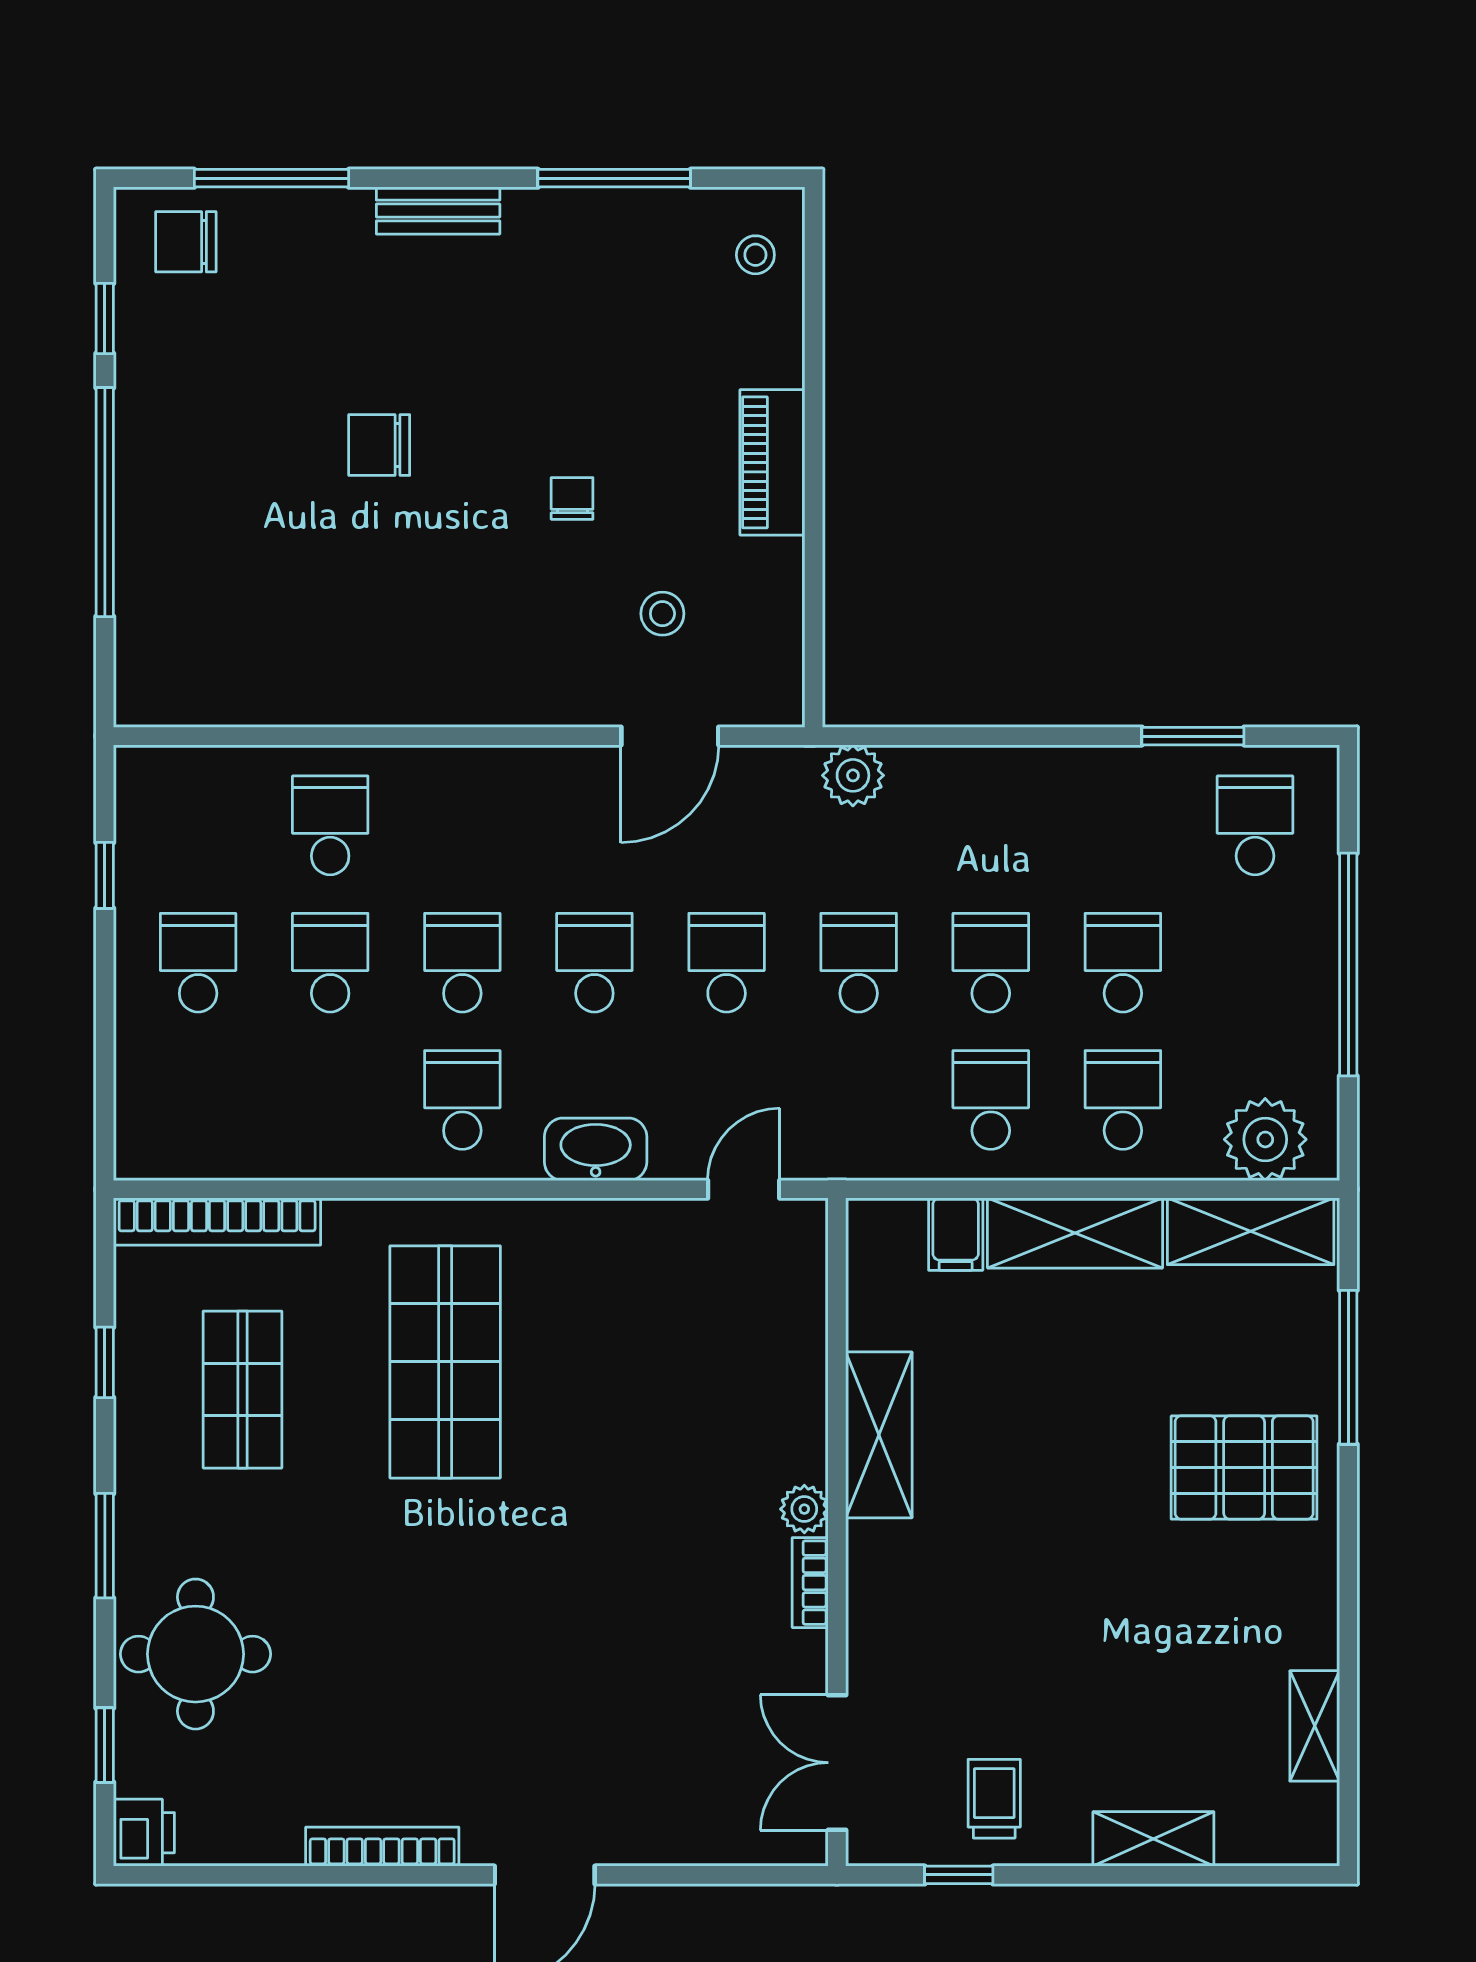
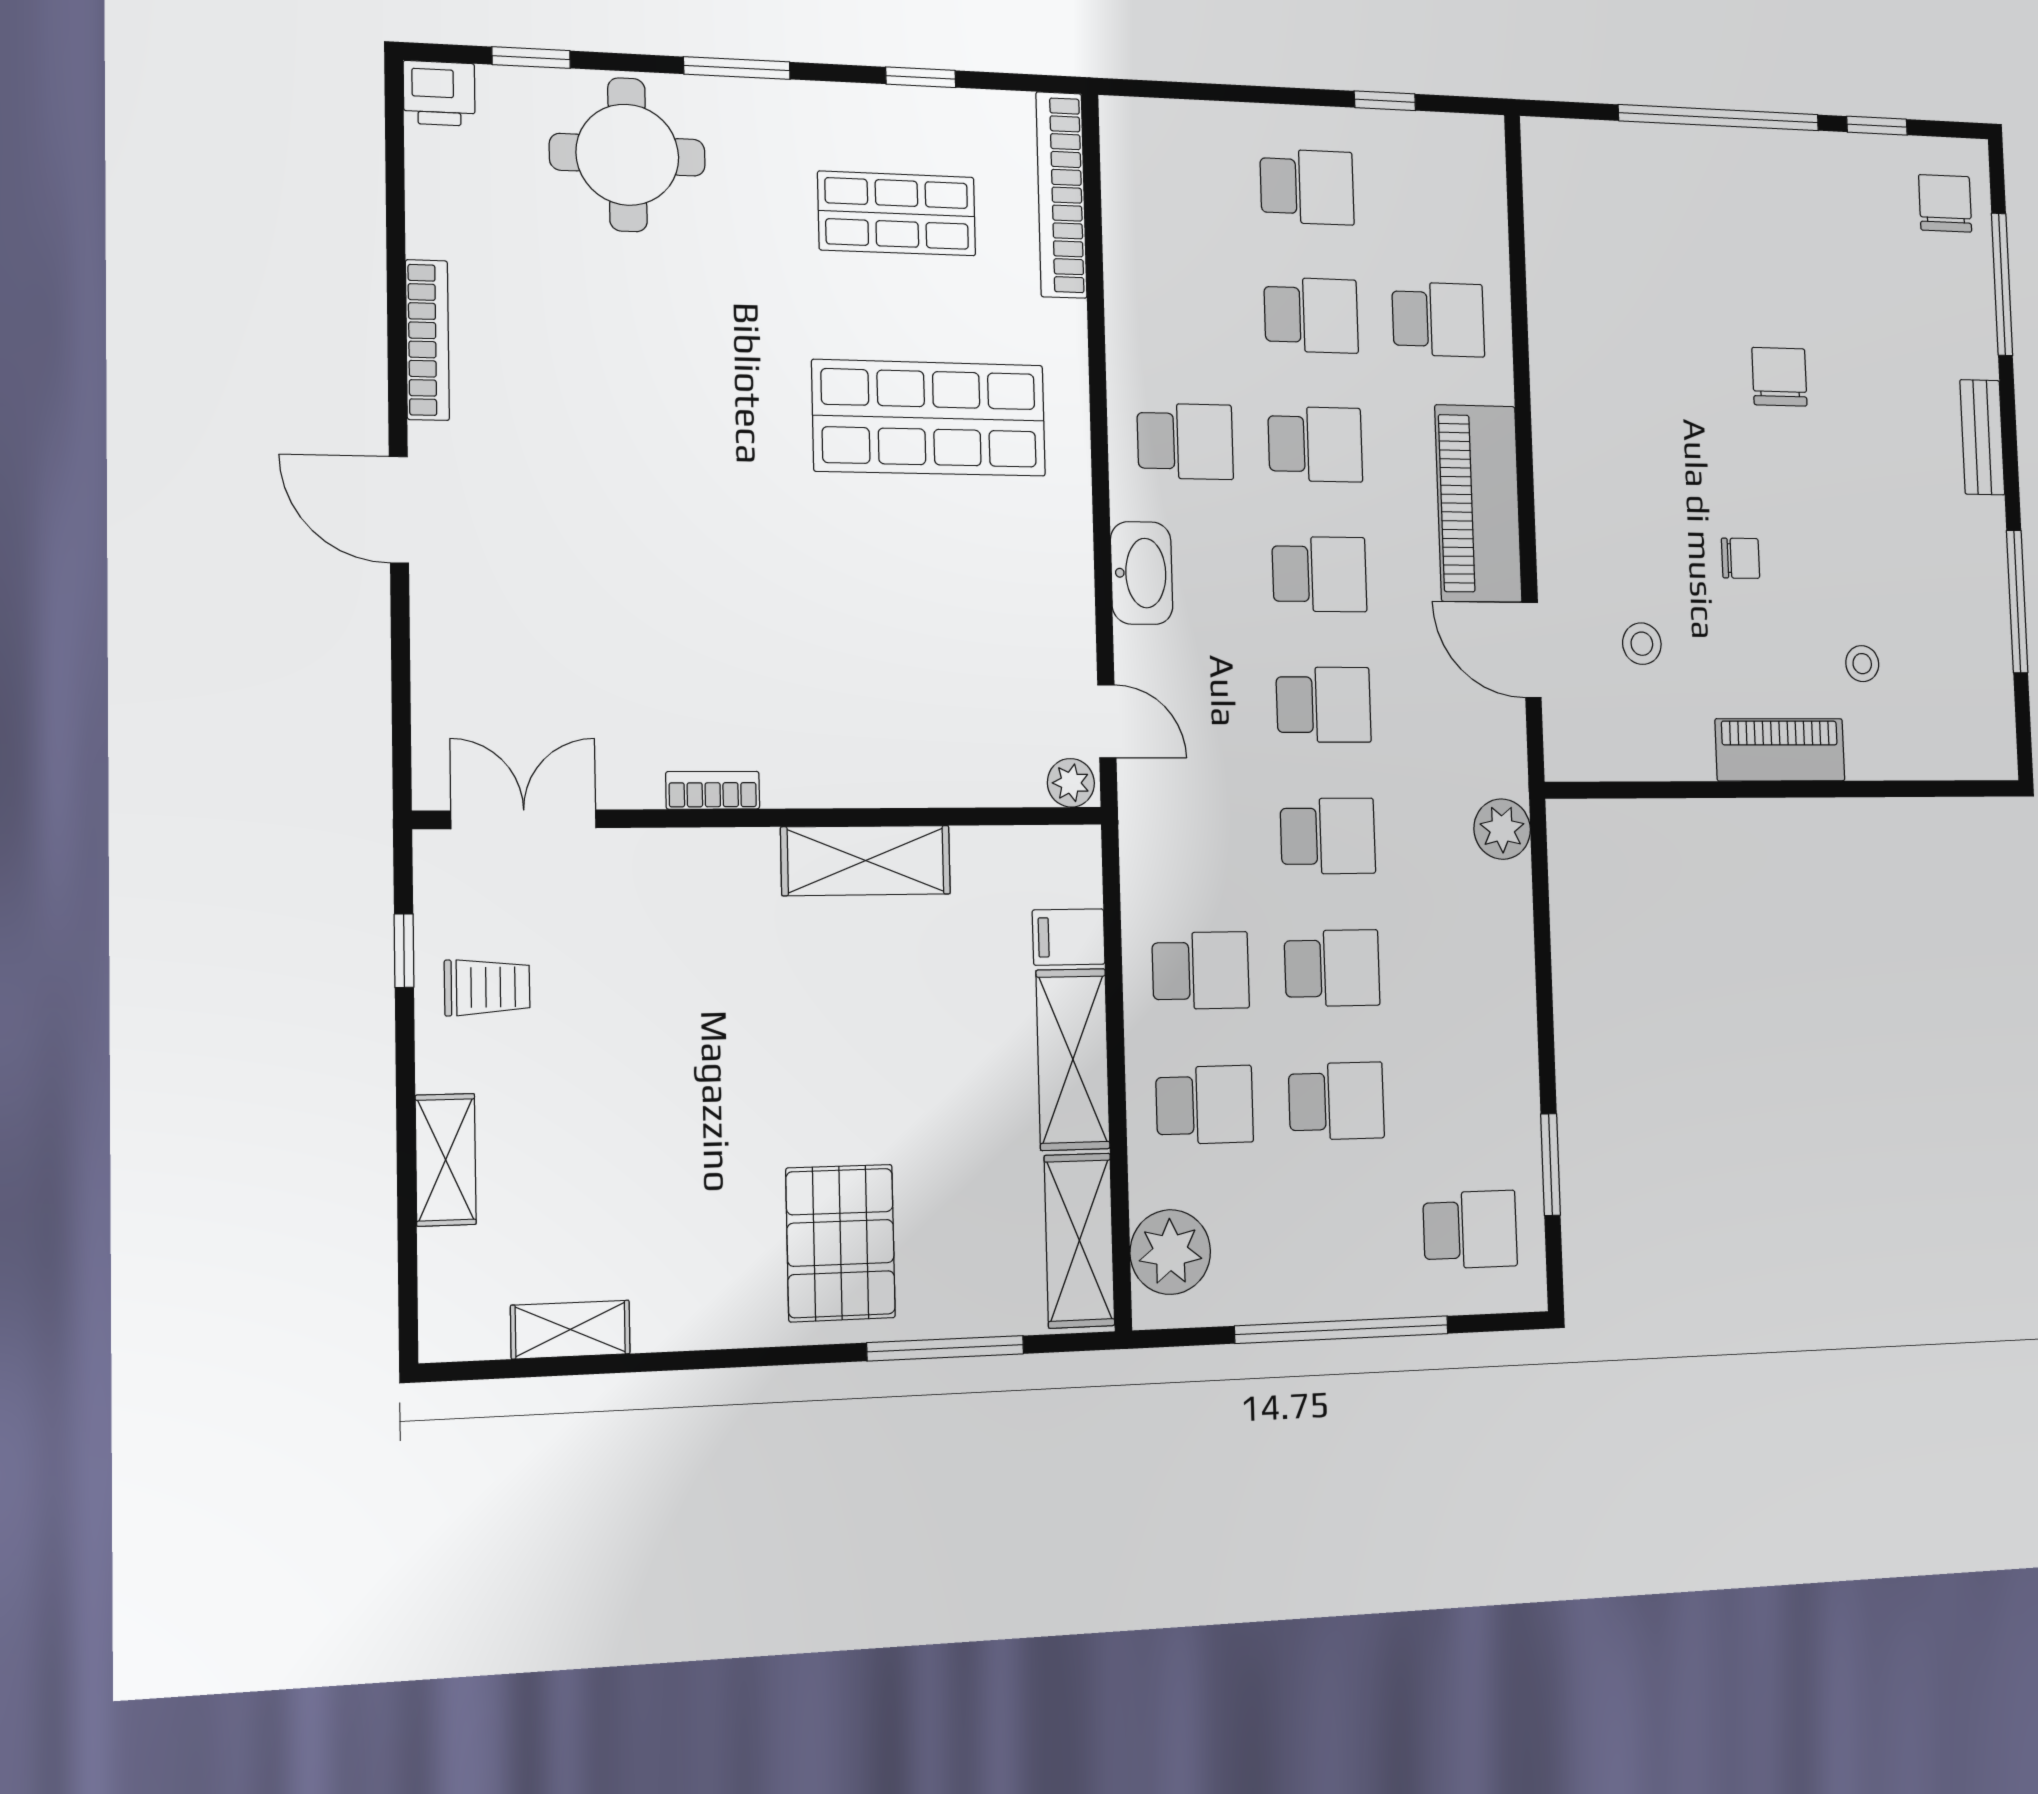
stool: (755, 255) -> (1862, 664), moved
piano: (520, 789) -> (1478, 504), added
plant: (804, 1509) -> (1071, 783), moved

